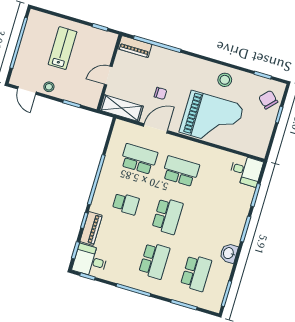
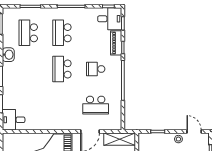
school desk: (181, 171) -> (62, 105), removed

